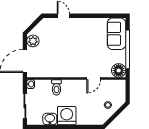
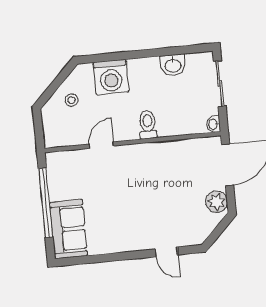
floor lamp: (119, 71) -> (58, 164), removed
toilet: (56, 87) -> (148, 125), moved
washing machine: (67, 116) -> (111, 77), moved

